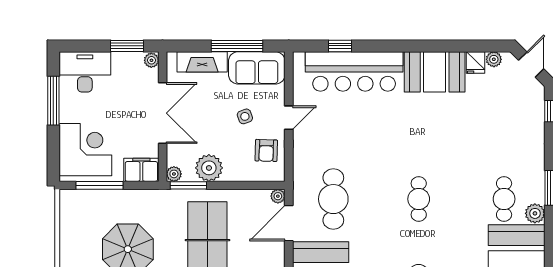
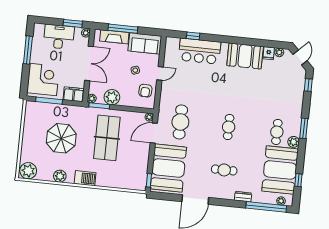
window: (237, 46) -> (123, 29), moved
bar counter: (354, 71) -> (200, 51), width x0.73
desk: (85, 72) -> (59, 37), moved

